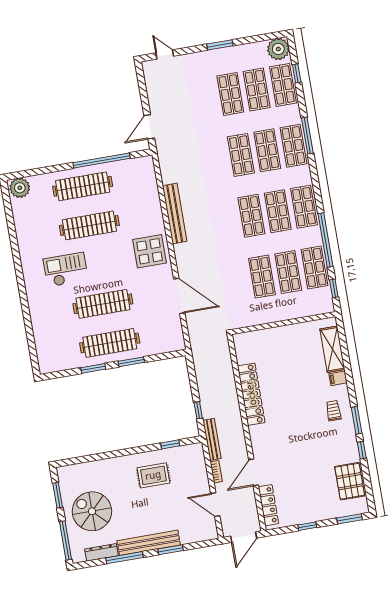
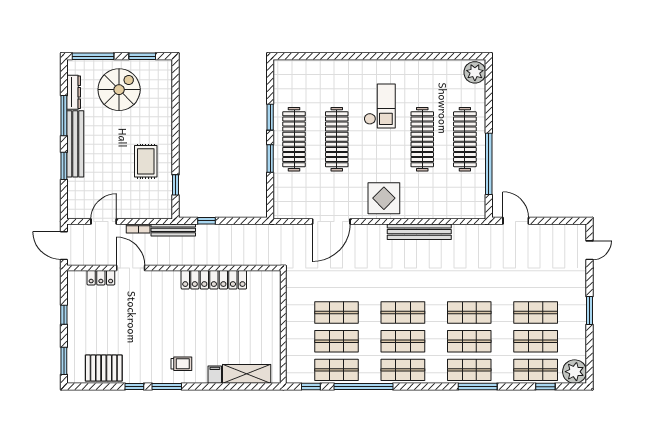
locker: (268, 505) -> (101, 278), width x0.66

